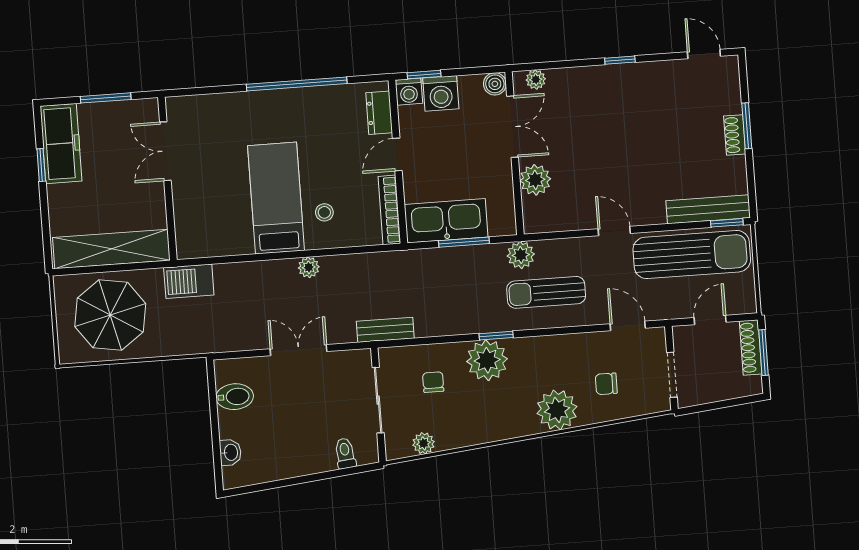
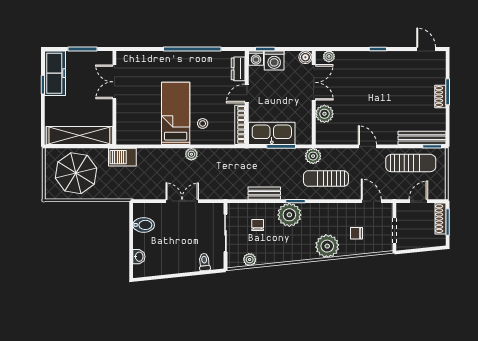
sun lounger: (692, 255) -> (411, 163), width x0.73, depth x0.75
bench: (385, 330) -> (264, 193), moved

